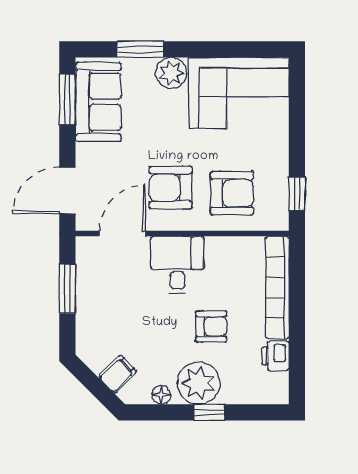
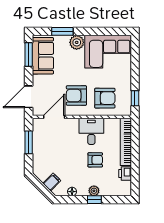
desk: (177, 265) -> (91, 131), moved
plant: (199, 383) -> (94, 191), width x0.53, depth x0.53

